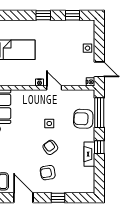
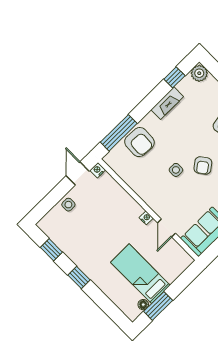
door: (54, 88) -> (167, 228), moved
armchair: (50, 147) -> (203, 165), moved
window: (99, 147) -> (174, 77), moved
plant: (88, 187) -> (199, 73), added

